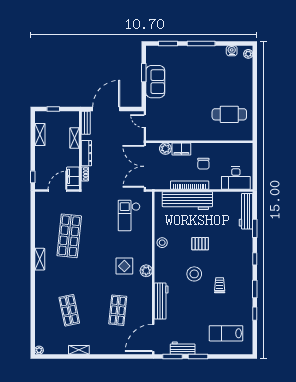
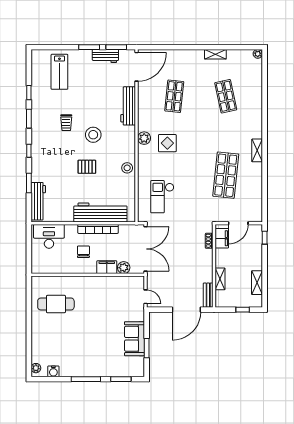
dresser: (86, 153) -> (208, 263), removed
checkout: (129, 215) -> (162, 197), turned 180
lab bench: (226, 333) -> (59, 72), turned 90

